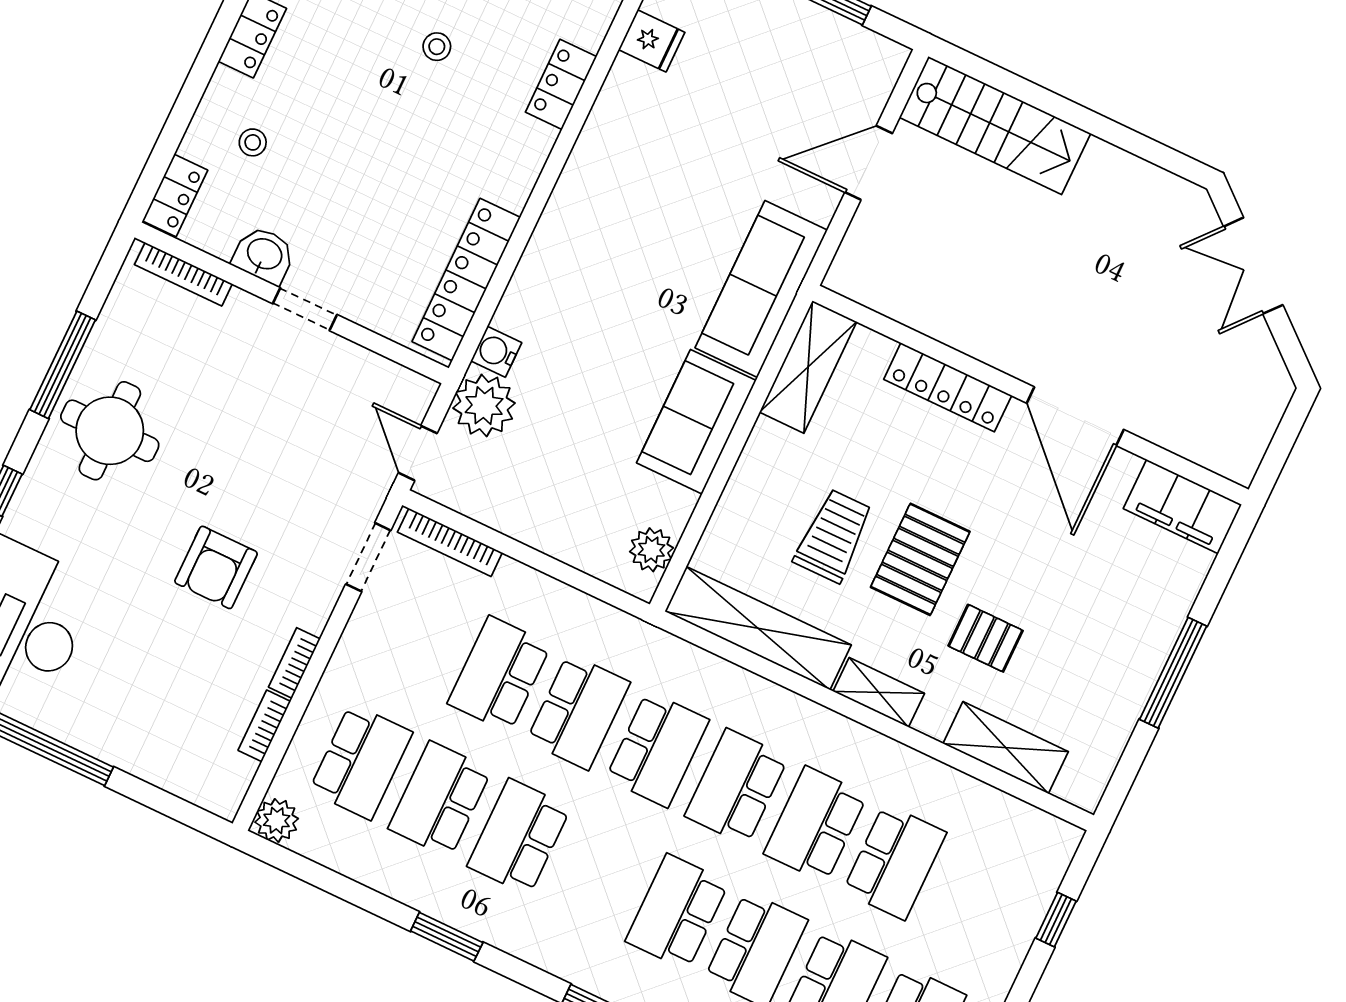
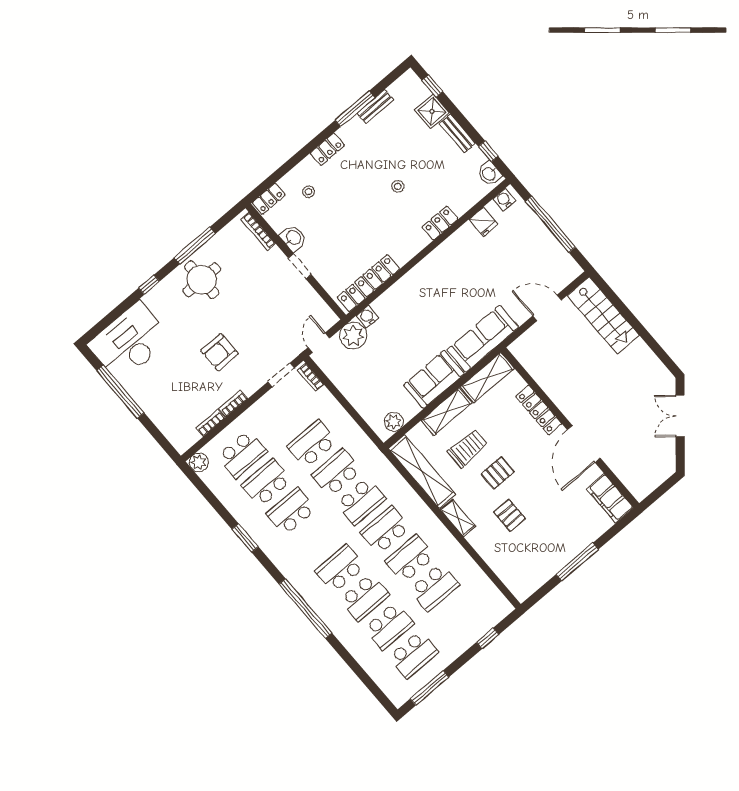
bookcase: (450, 542) -> (311, 377), width x0.64
pallet: (920, 559) -> (498, 473), width x0.67, depth x0.71
school desk: (578, 712) -> (336, 473), turned 180
shelving: (1006, 748) -> (447, 412), moved, turned 90

